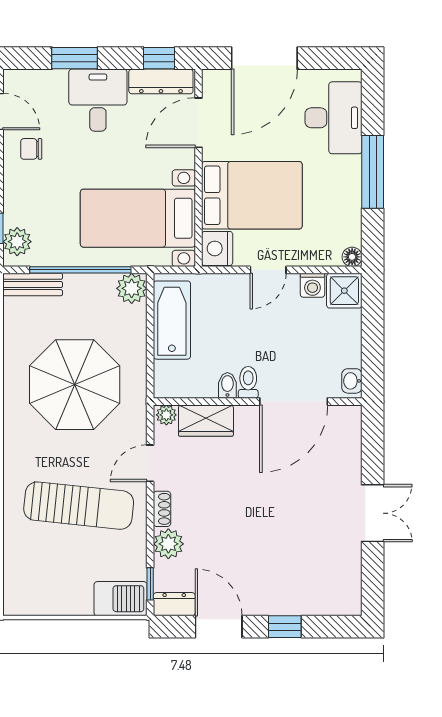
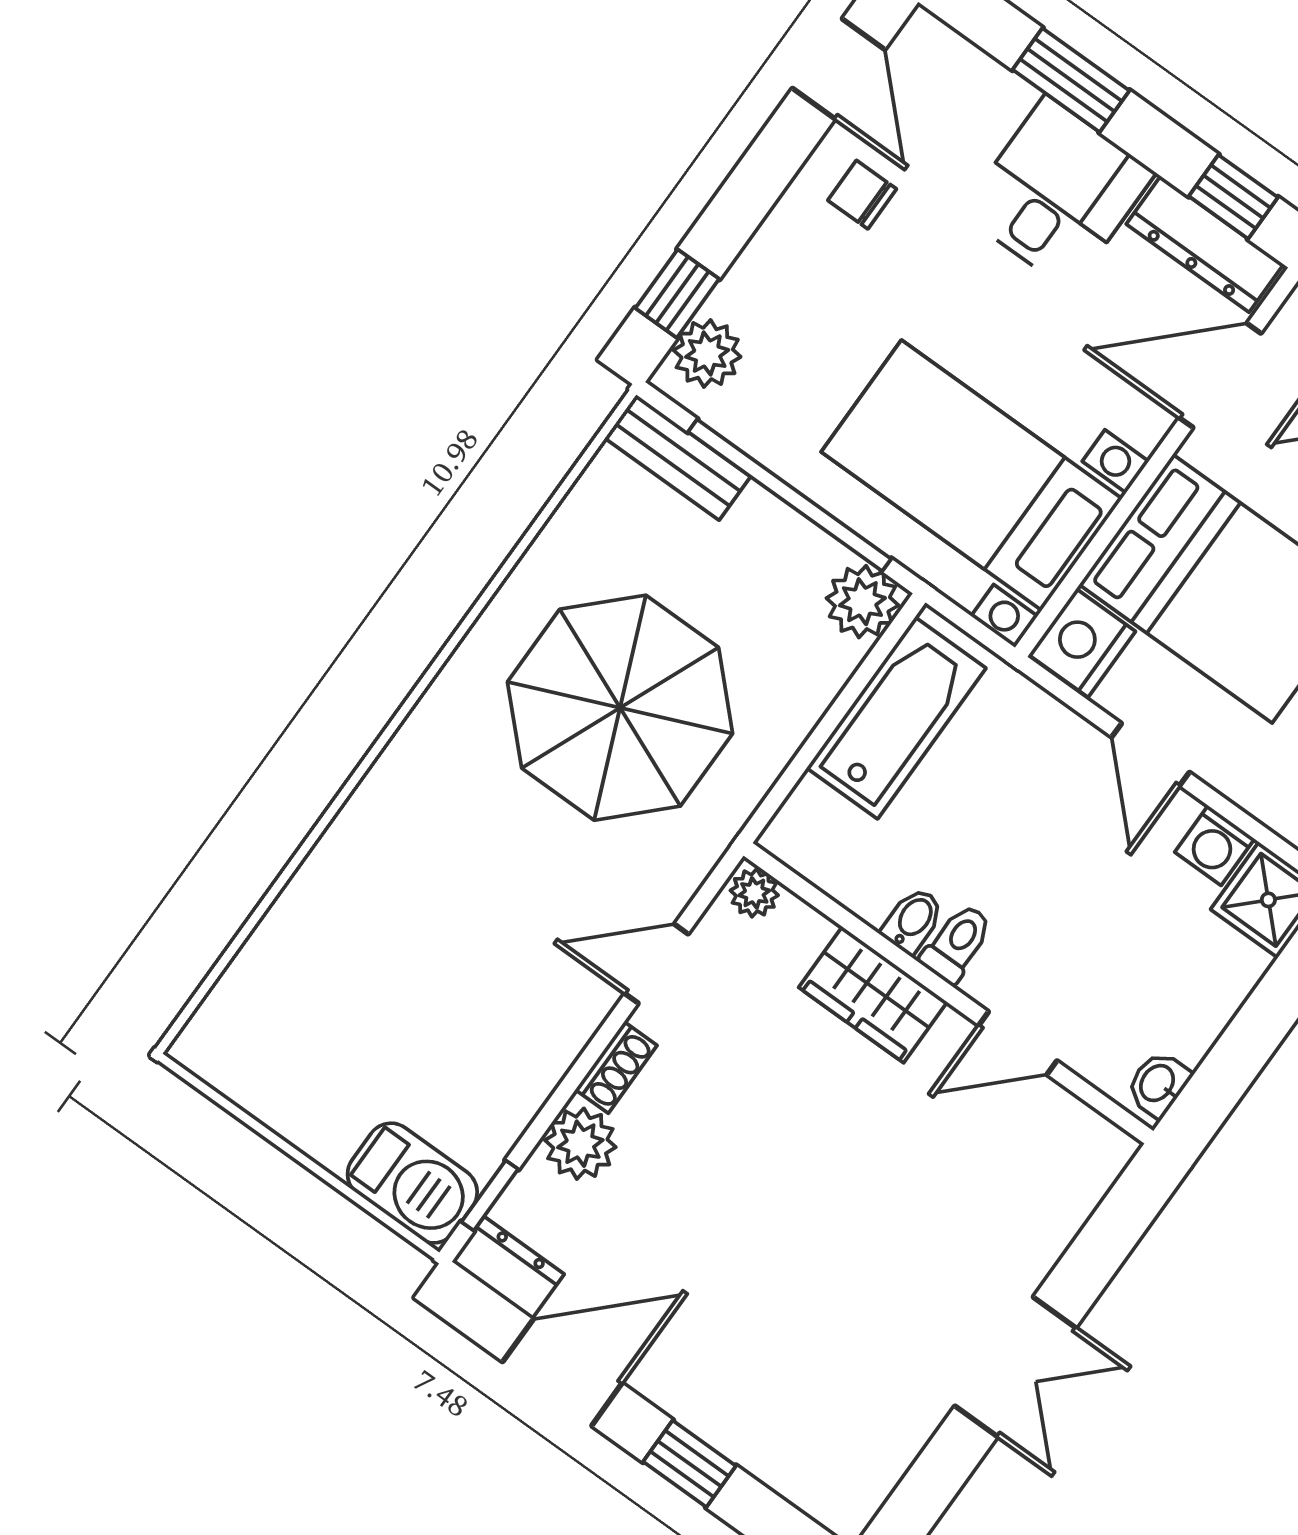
door: (268, 270) -> (1150, 755), hinge flipped
door: (294, 402) -> (1018, 1043), width x0.53
wardrobe: (206, 421) -> (873, 995), moved
sun lounger: (79, 506) -> (461, 946), removed
door: (219, 627) -> (562, 1372), hinge flipped

